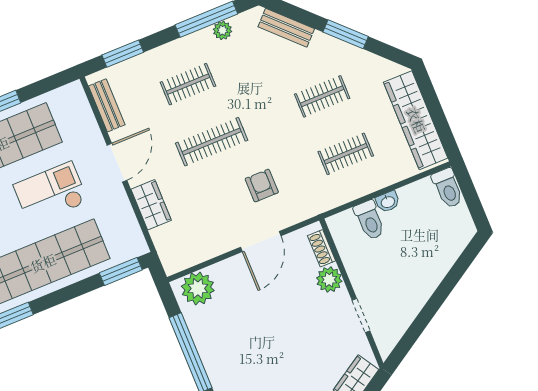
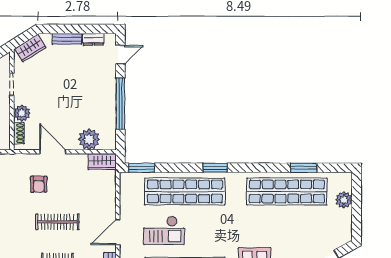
wardrobe: (151, 205) -> (102, 162), moved, turned -90
door: (261, 242) -> (53, 152), hinge flipped
plant: (198, 288) -> (89, 139), moved

